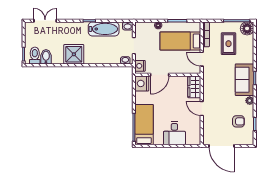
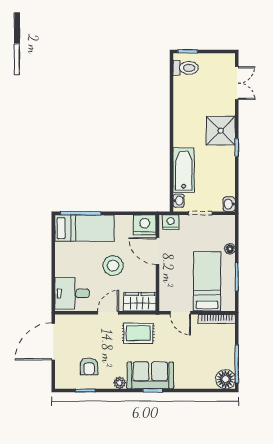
bathtub: (104, 29) -> (184, 170), moved, turned 180
rug: (228, 44) -> (138, 333), moved
shower: (74, 54) -> (221, 131), moved
bidet: (46, 57) -> (184, 84), removed
door: (202, 59) -> (180, 313), swing flipped
stool: (170, 105) -> (113, 266), added
desk: (174, 133) -> (72, 293), moved

